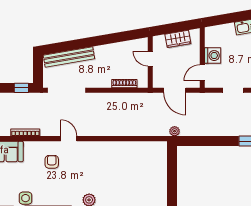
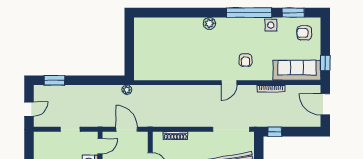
door: (69, 139) -> (229, 83), hinge flipped

